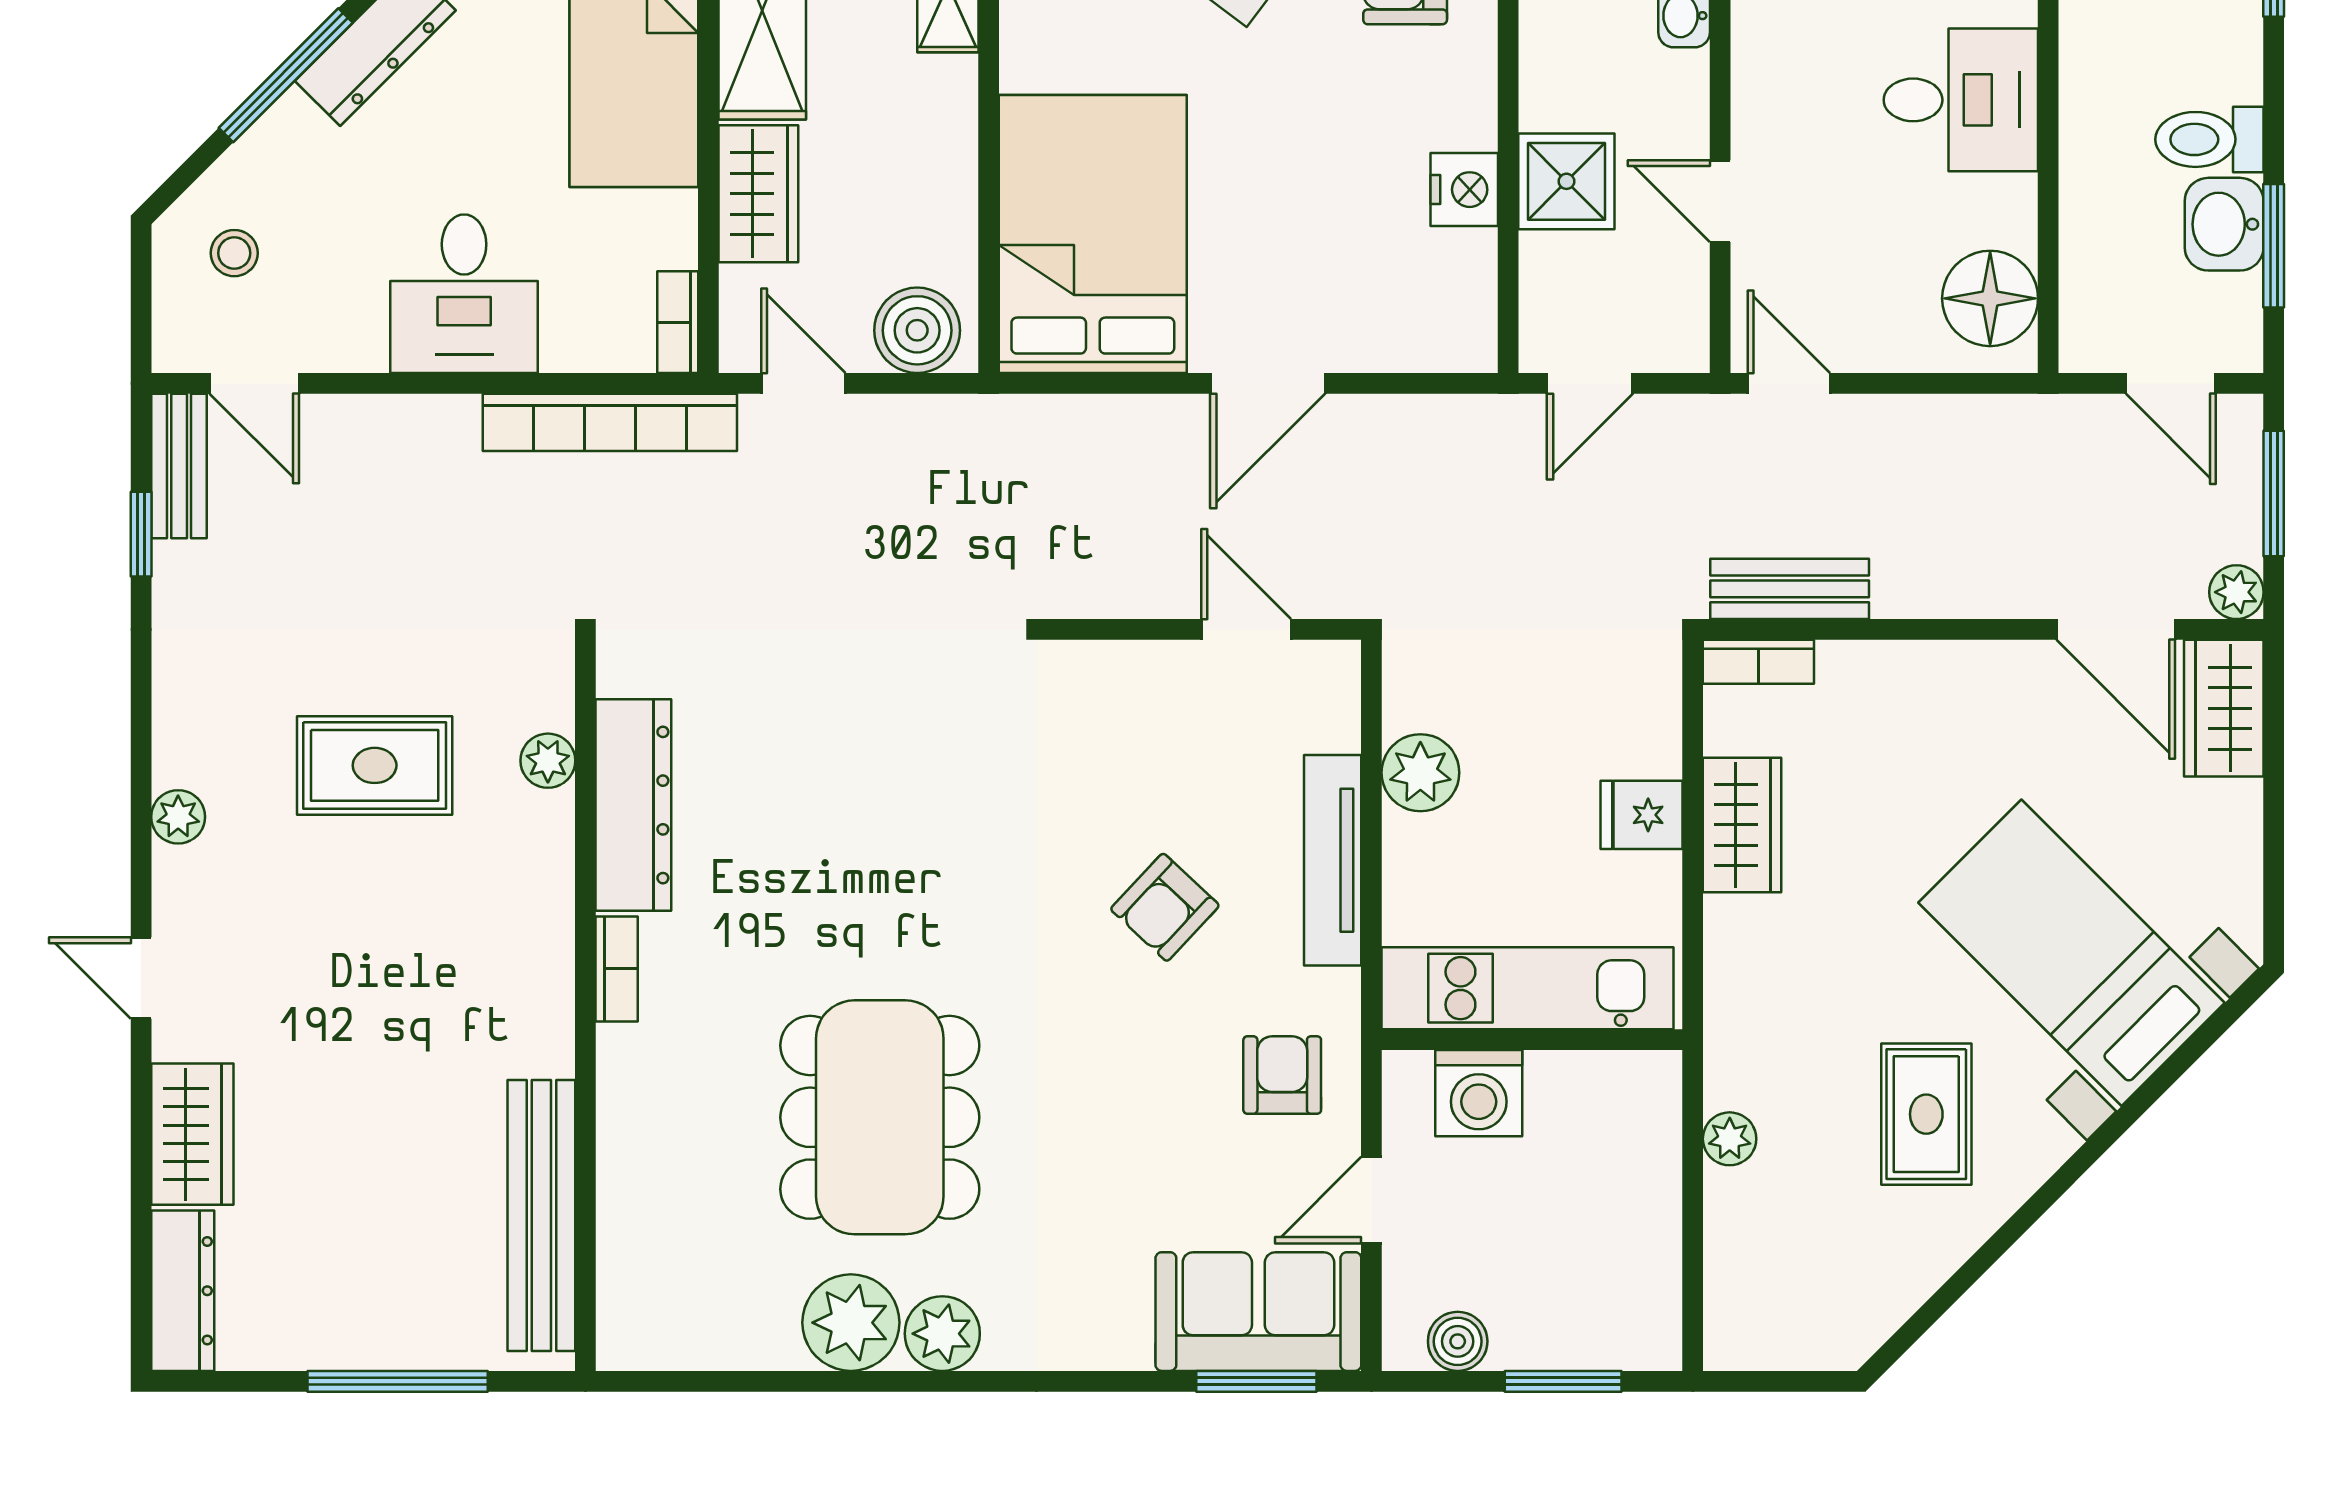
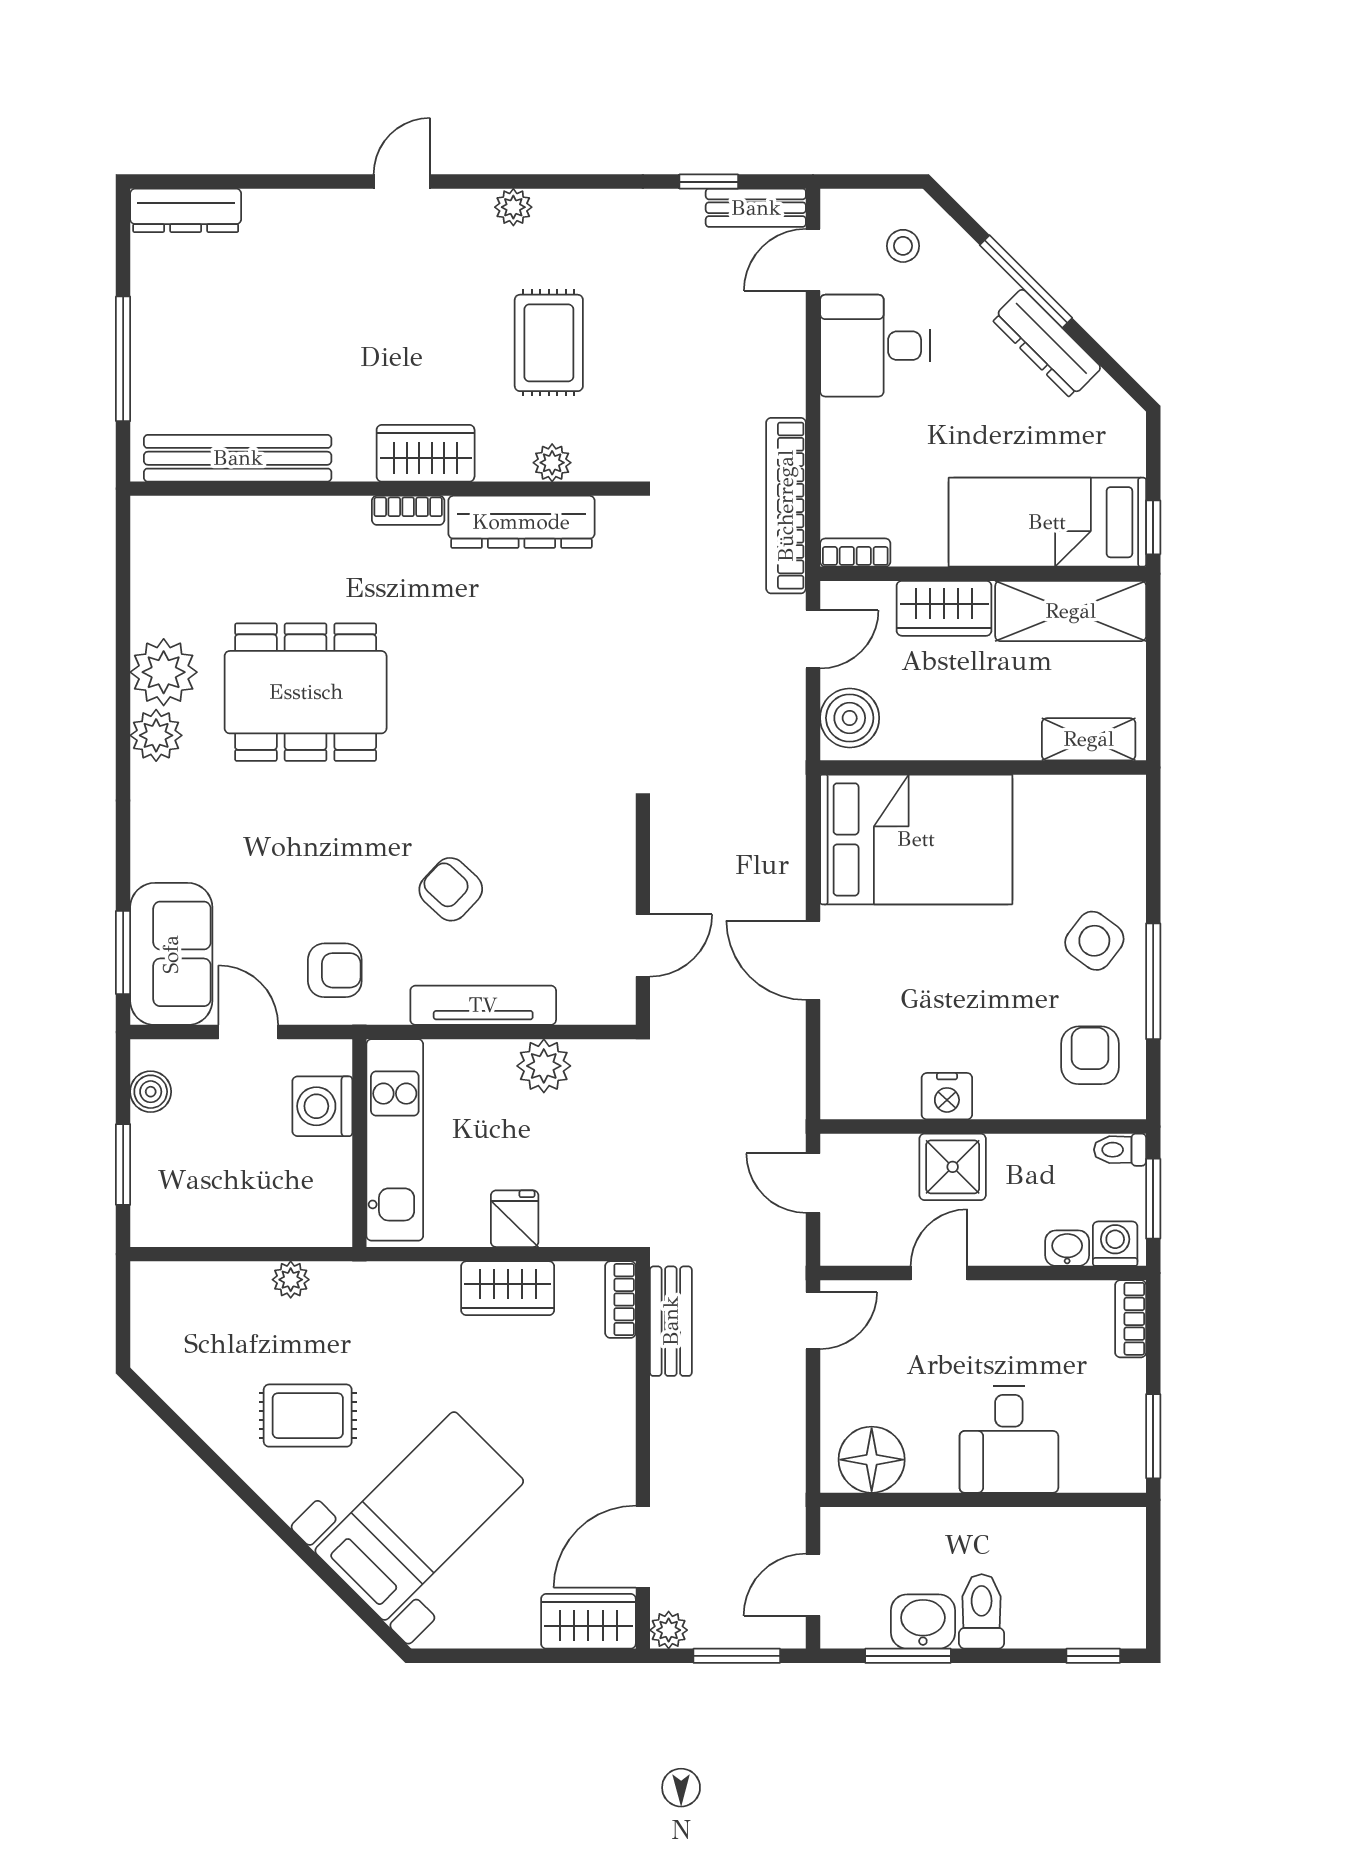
desk: (464, 294) -> (875, 346), moved
wardrobe: (192, 1134) -> (426, 453), moved, turned 180

